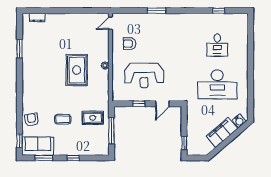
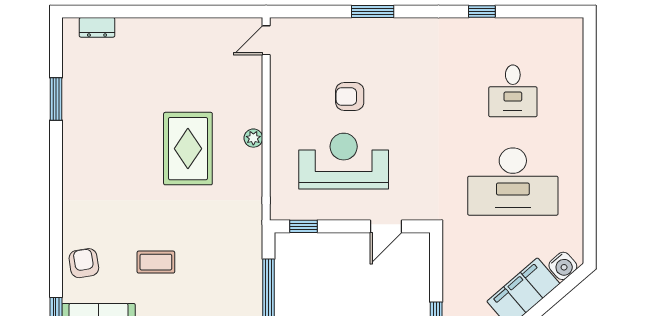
window: (219, 11) -> (482, 12), moved
armchair: (130, 44) -> (350, 97), moved
reception desk: (144, 75) -> (344, 161), turned 180
window: (139, 104) -> (304, 226), moved
rug: (93, 118) -> (225, 259), removed

